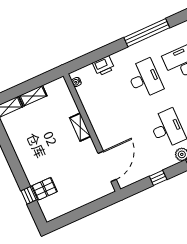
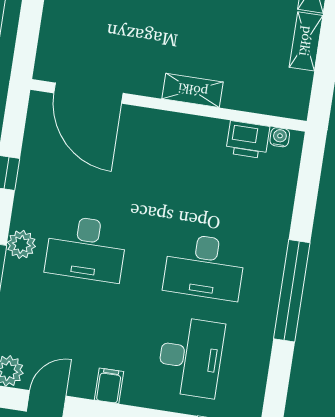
window: (147, 33) -> (292, 291), moved
printer: (104, 66) -> (248, 140), moved, turned -90

